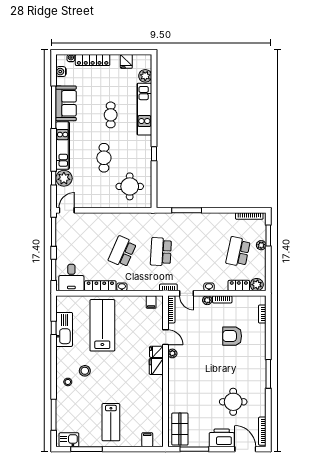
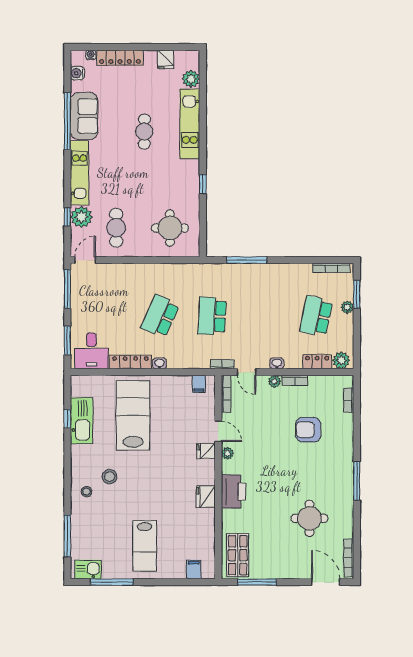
cafe table: (104, 158) -> (116, 228), moved
fridge: (156, 366) -> (206, 497), moved
printer: (222, 438) -> (233, 491), moved, turned 90

